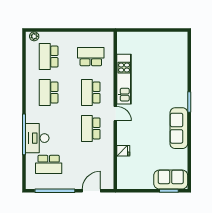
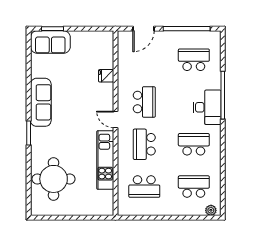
school desk: (49, 57) -> (194, 187), turned -90
round table: (168, 63) -> (54, 179), added
school desk: (49, 92) -> (194, 144), turned -90
school desk: (91, 92) -> (144, 144), turned 180
desk: (37, 138) -> (207, 107), moved

